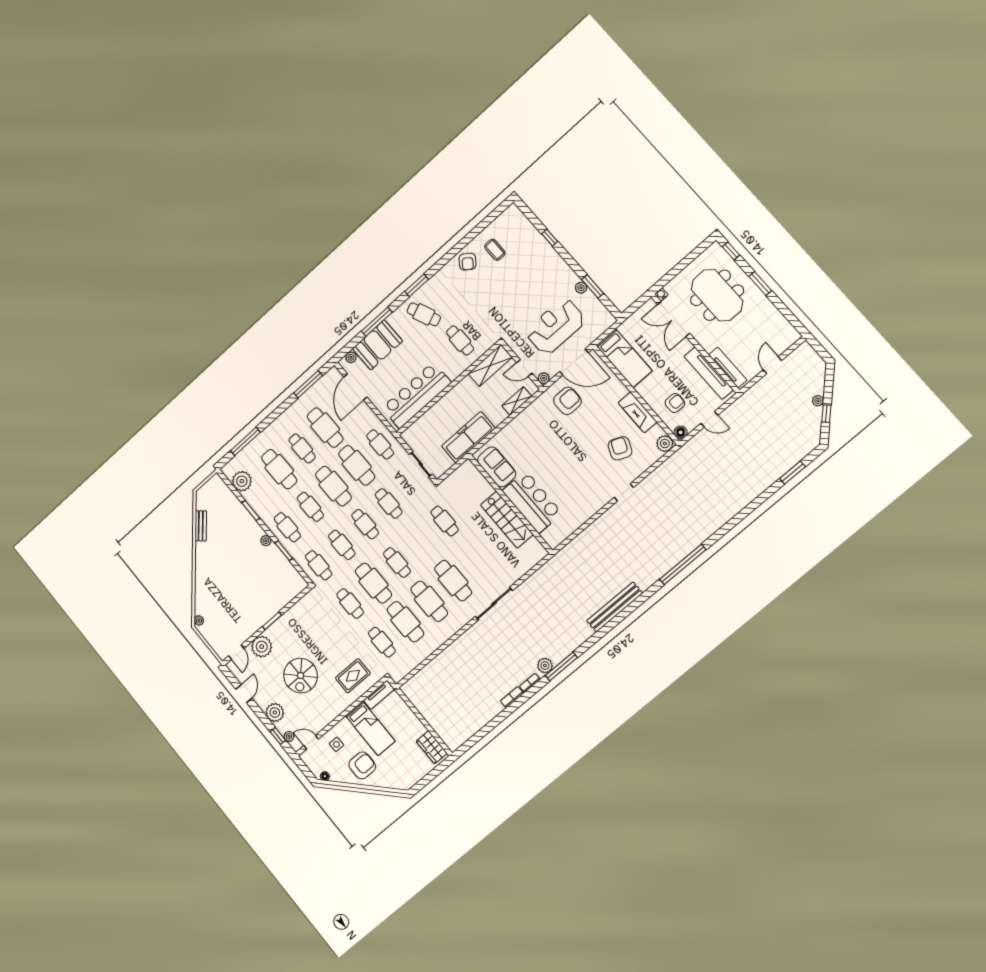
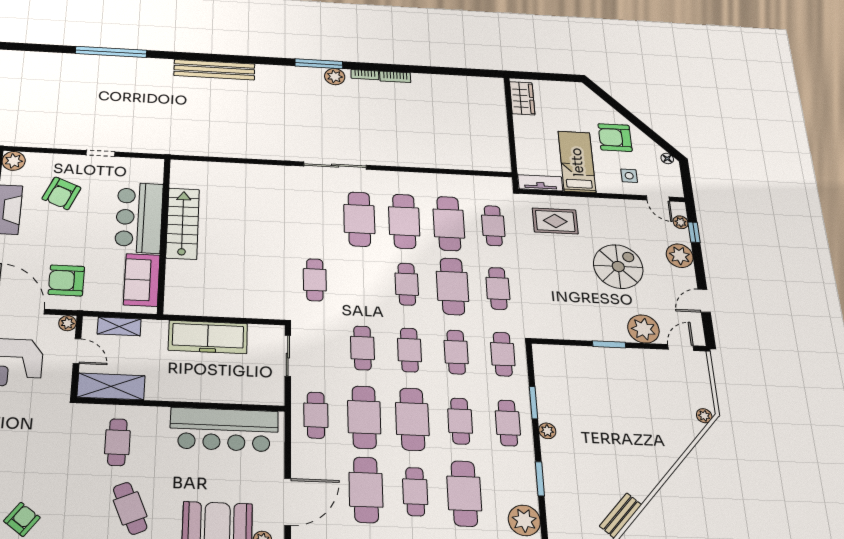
sofa: (497, 467) -> (142, 280), moved
bar counter: (532, 502) -> (139, 218), moved
wall: (510, 504) -> (164, 235), moved
stairs: (507, 520) -> (183, 223), moved

